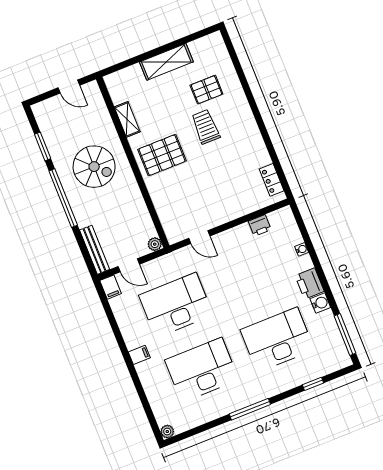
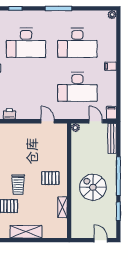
door: (69, 87) -> (101, 240), moved
pallet: (162, 155) -> (50, 178), width x0.67, depth x0.71

